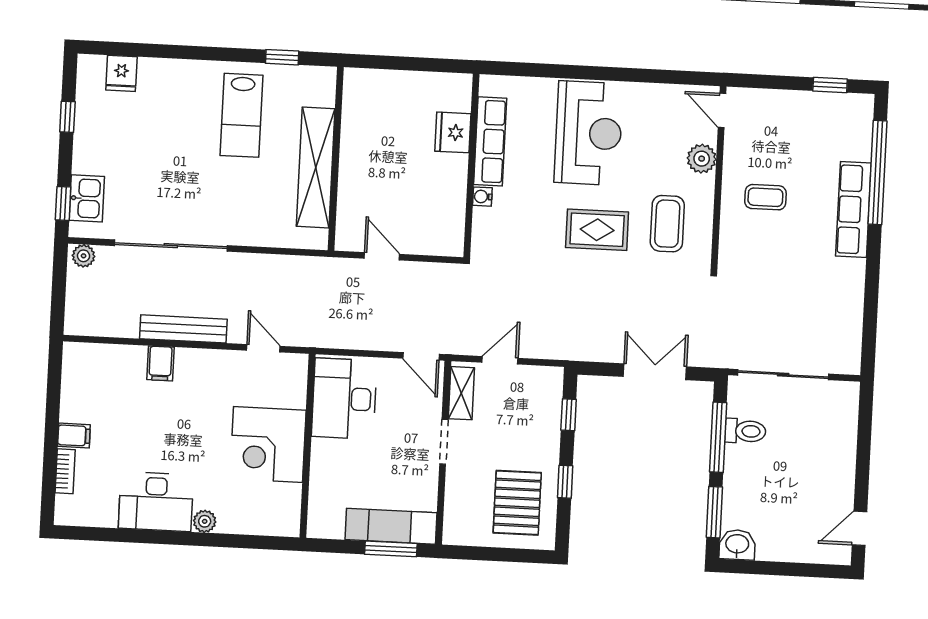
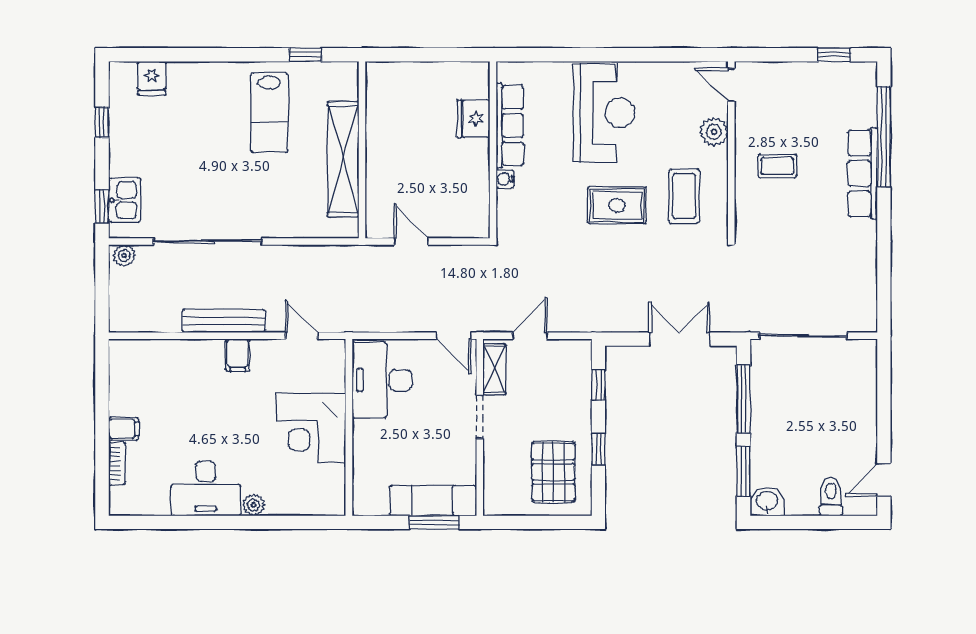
filing cabinet: (160, 363) -> (238, 355), moved
toilet: (745, 431) -> (831, 497), moved, turned -90

